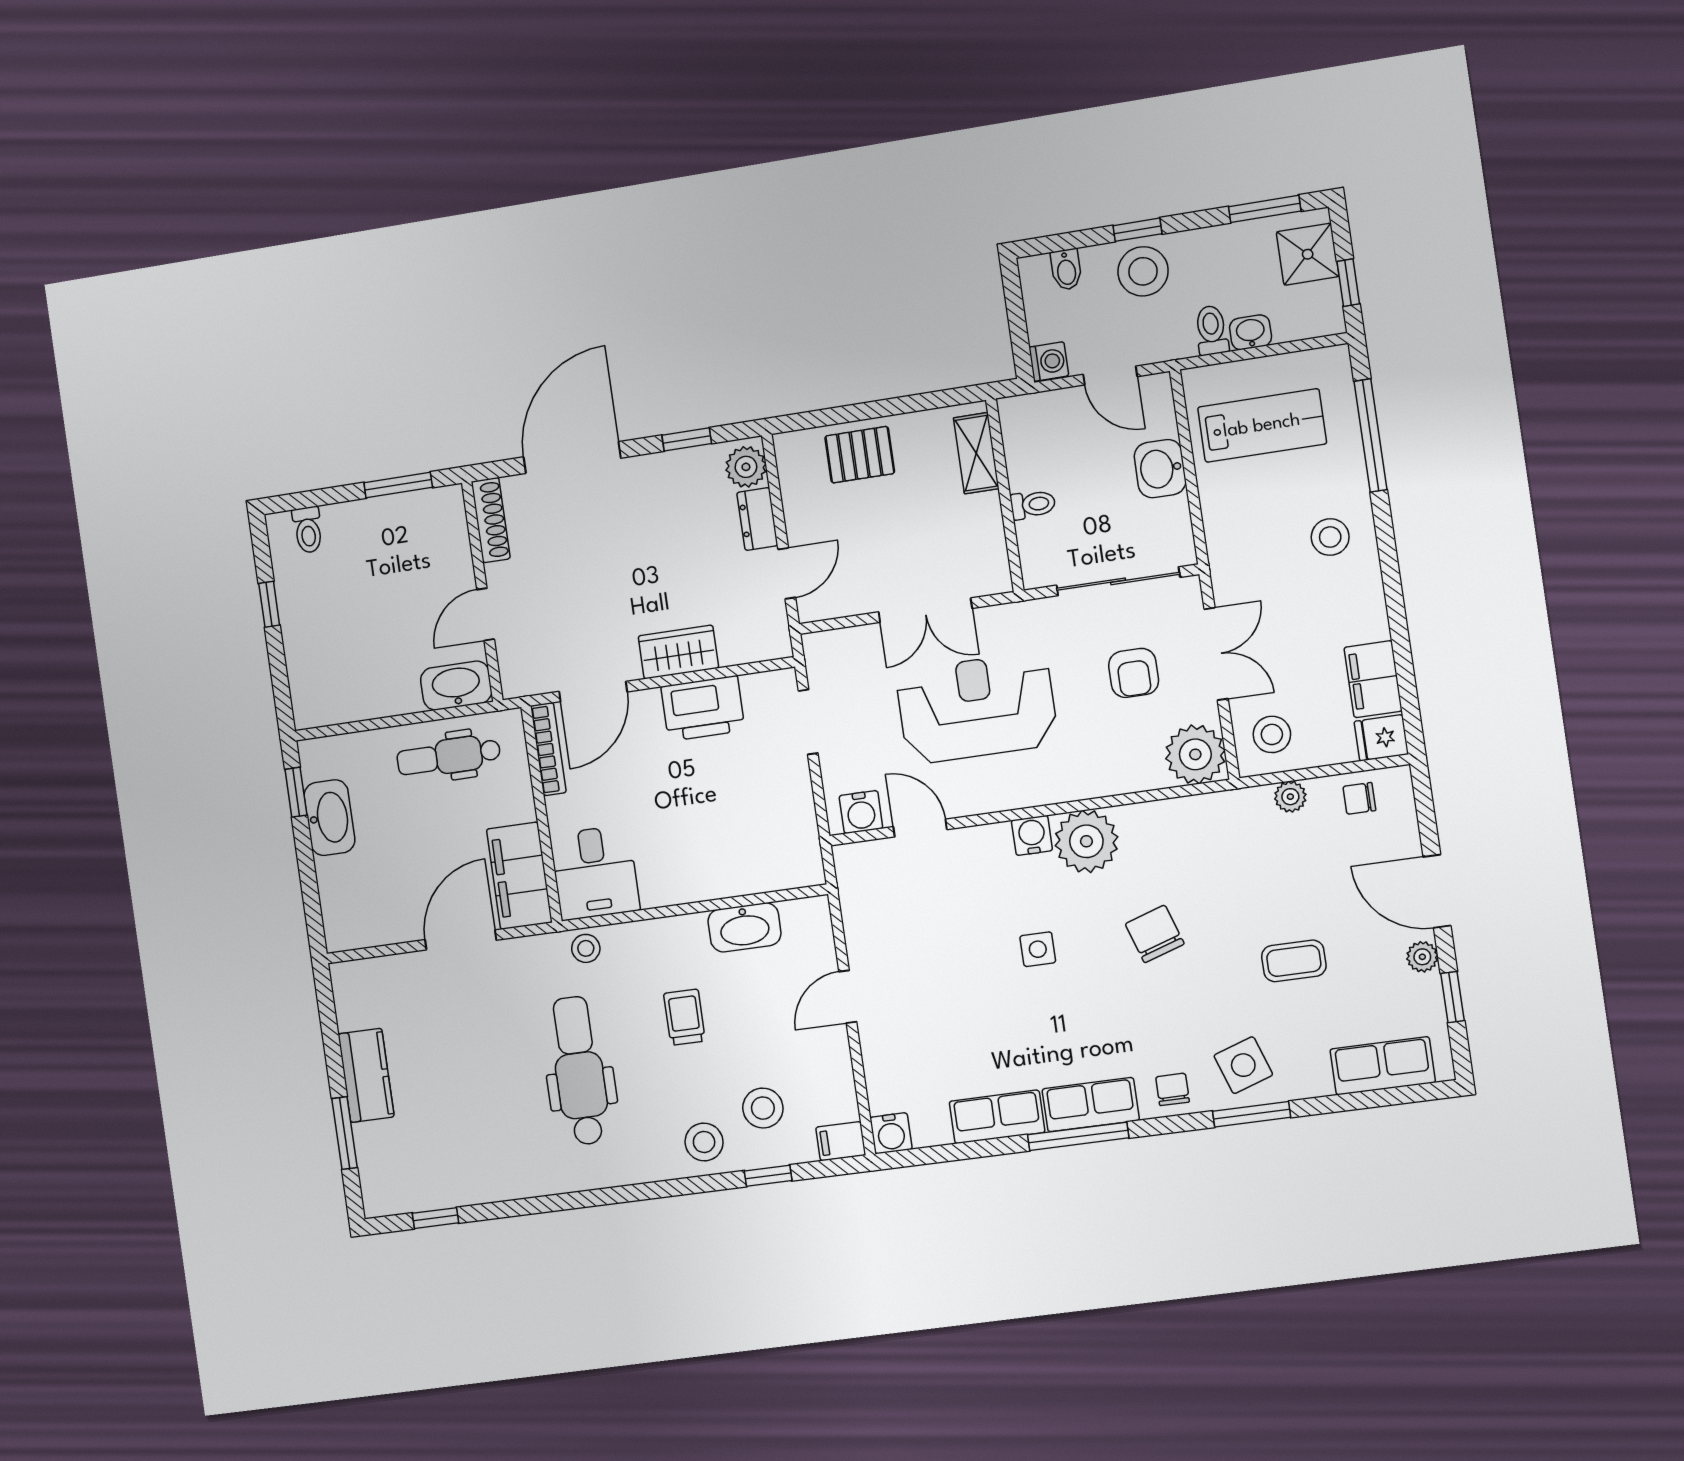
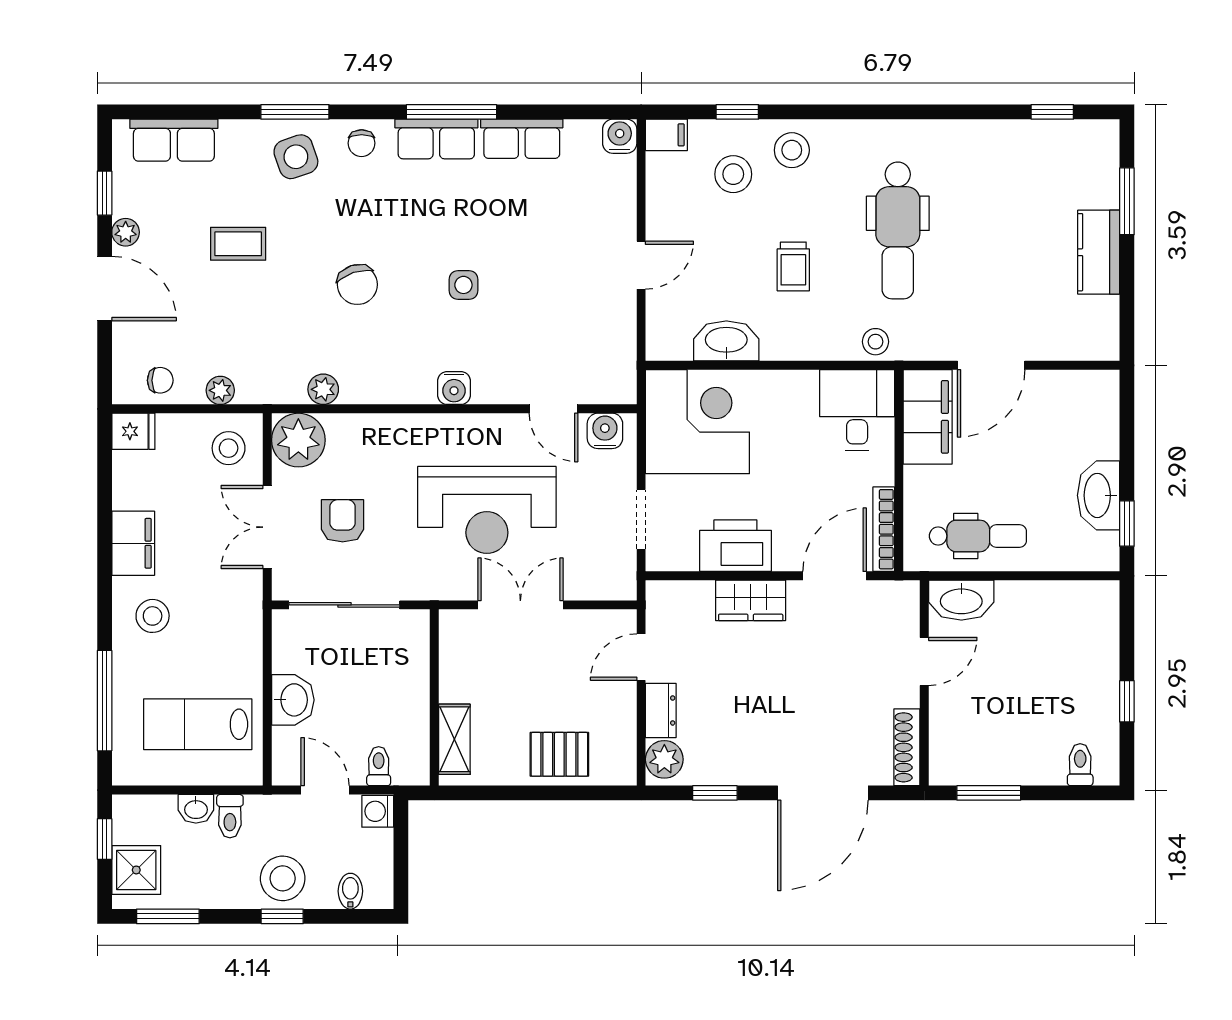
toilet: (1033, 504) -> (379, 766), moved, turned 90
filing cabinet: (1373, 679) -> (133, 543), moved
corner desk: (763, 836) -> (697, 422), added
plant: (1086, 841) -> (323, 389), moved, width x0.53, depth x0.53

